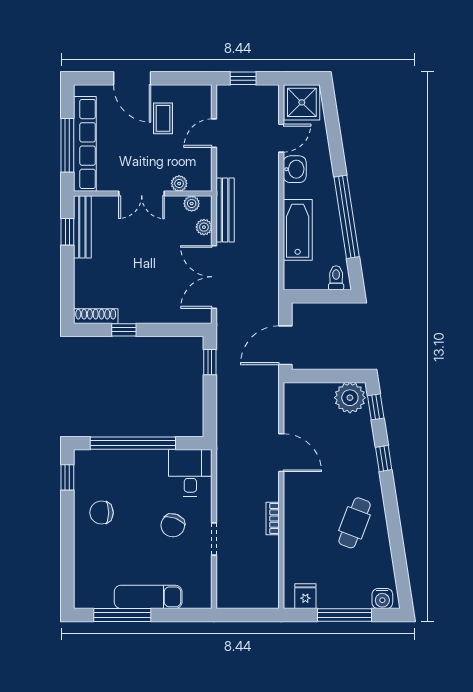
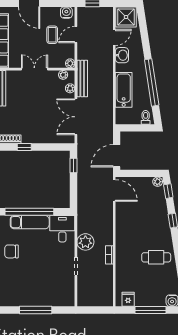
water cooler: (197, 95) -> (66, 13), added
coffee table: (163, 118) -> (52, 35), moved
plant: (179, 183) -> (70, 63), moved
double door: (142, 194) -> (34, 69), swing flipped
plant: (350, 398) -> (158, 182), width x0.53, depth x0.53
door: (281, 453) -> (114, 190), moved
plant: (231, 496) -> (85, 242), added
cafe table: (355, 523) -> (156, 257), turned 69
chair: (173, 525) -> (52, 259), removed
exam couch: (148, 597) -> (30, 222), moved, turned 180
window: (122, 615) -> (36, 310), moved

